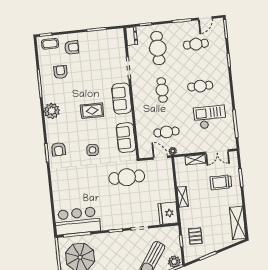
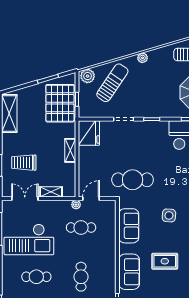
checkout: (210, 117) -> (29, 239), width x1.36, depth x1.21
door: (160, 158) -> (91, 199), swing flipped
trolley: (221, 182) -> (24, 163), turned 180
pallet: (195, 236) -> (60, 103), width x2.05, depth x2.00

